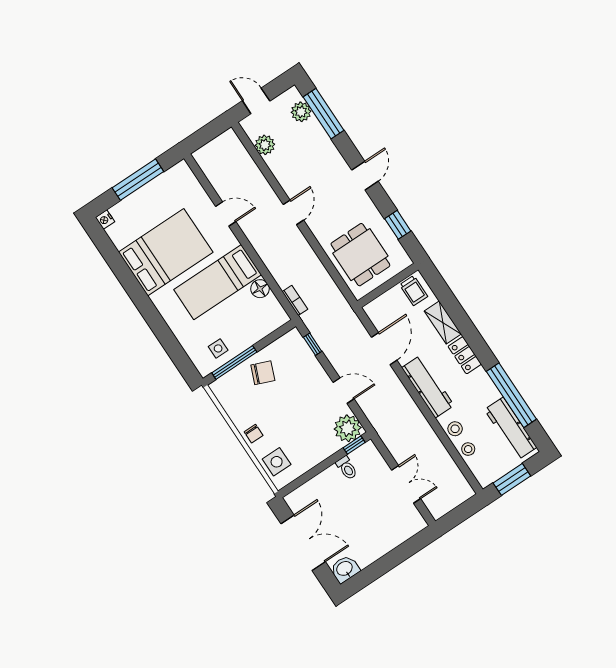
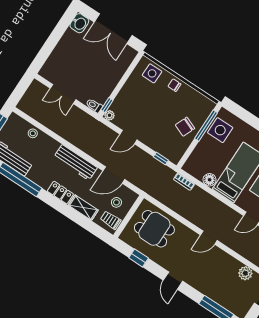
plant: (301, 112) -> (231, 304), removed
door: (293, 212) -> (209, 238), hinge flipped
side table: (218, 348) -> (220, 130), width x1.87, depth x1.87
door: (384, 349) -> (114, 175), hinge flipped
plant: (348, 428) -> (109, 115), width x0.53, depth x0.53
stool: (455, 429) -> (116, 202), moved
toilet: (347, 468) -> (94, 106), moved

